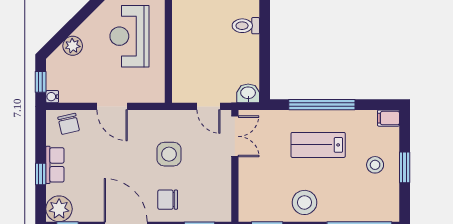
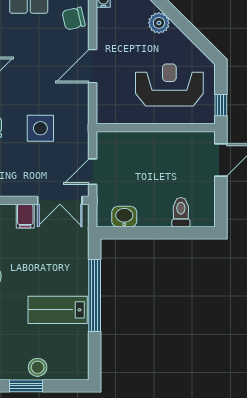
washbasin: (248, 93) -> (124, 217), moved, turned -90
filing cabinet: (388, 118) -> (25, 216), moved, turned 180
lab bench: (318, 145) -> (58, 310), moved, turned -90
stool: (375, 165) -> (38, 367), moved

